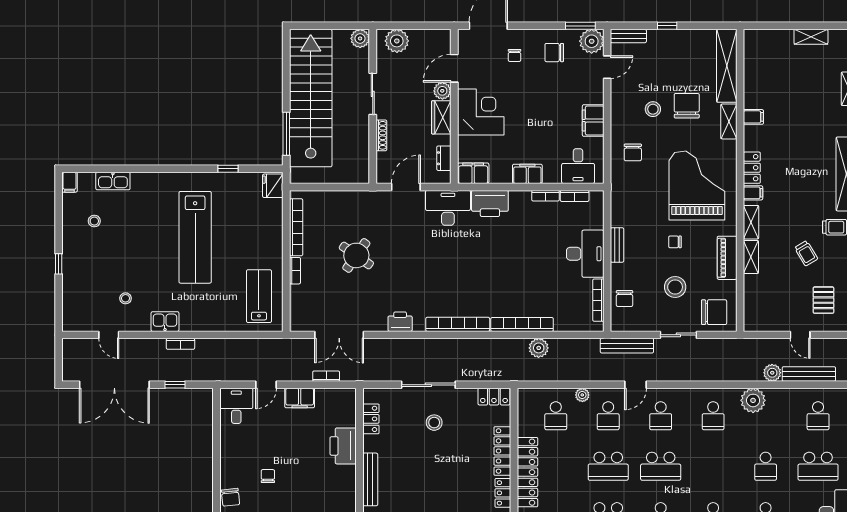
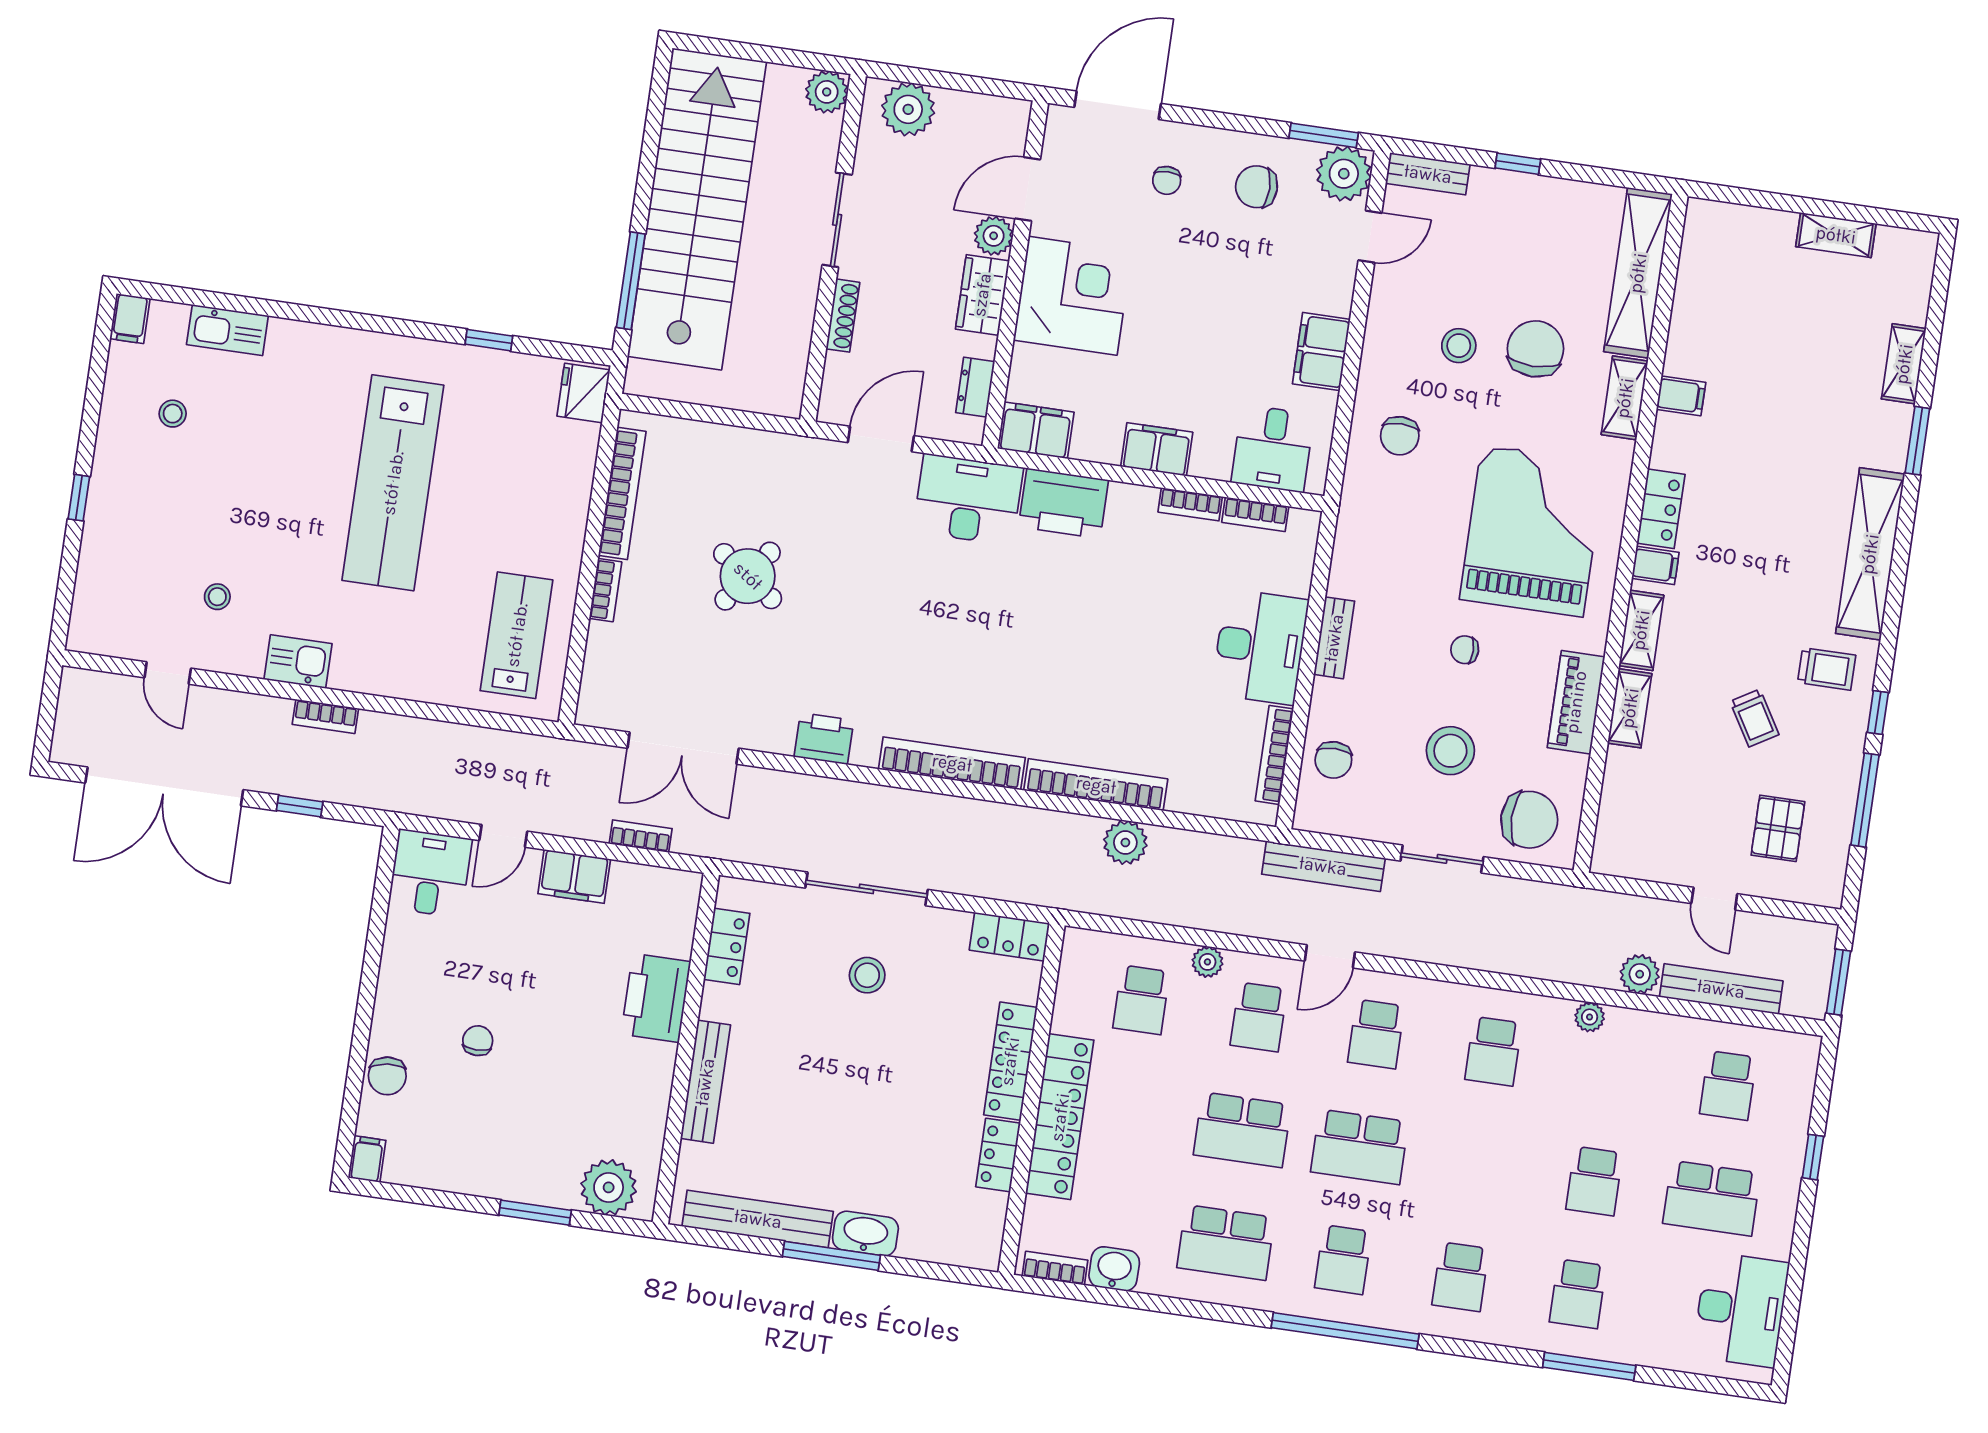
plant: (753, 400) -> (1590, 1017), width x0.53, depth x0.53

